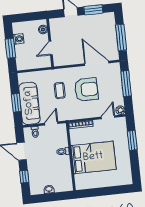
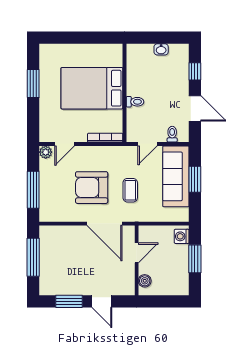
washing machine: (18, 39) -> (182, 236), moved
door: (97, 63) -> (104, 224), moved
window: (132, 140) -> (33, 84), moved

